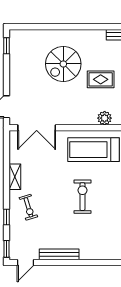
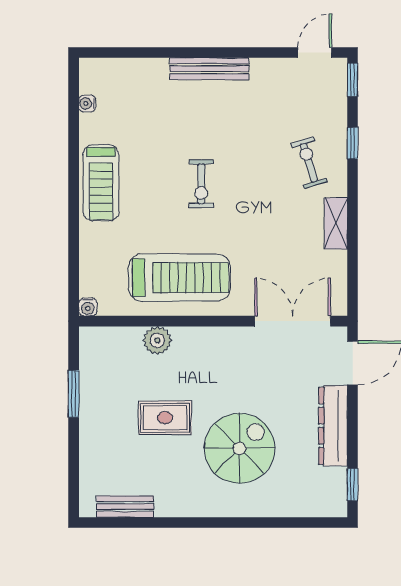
dresser: (16, 75) -> (333, 426), added
exercise bike: (82, 197) -> (201, 184), width x0.73, depth x0.72
bench: (59, 254) -> (209, 69), moved

